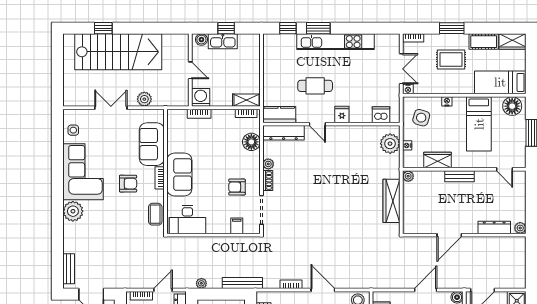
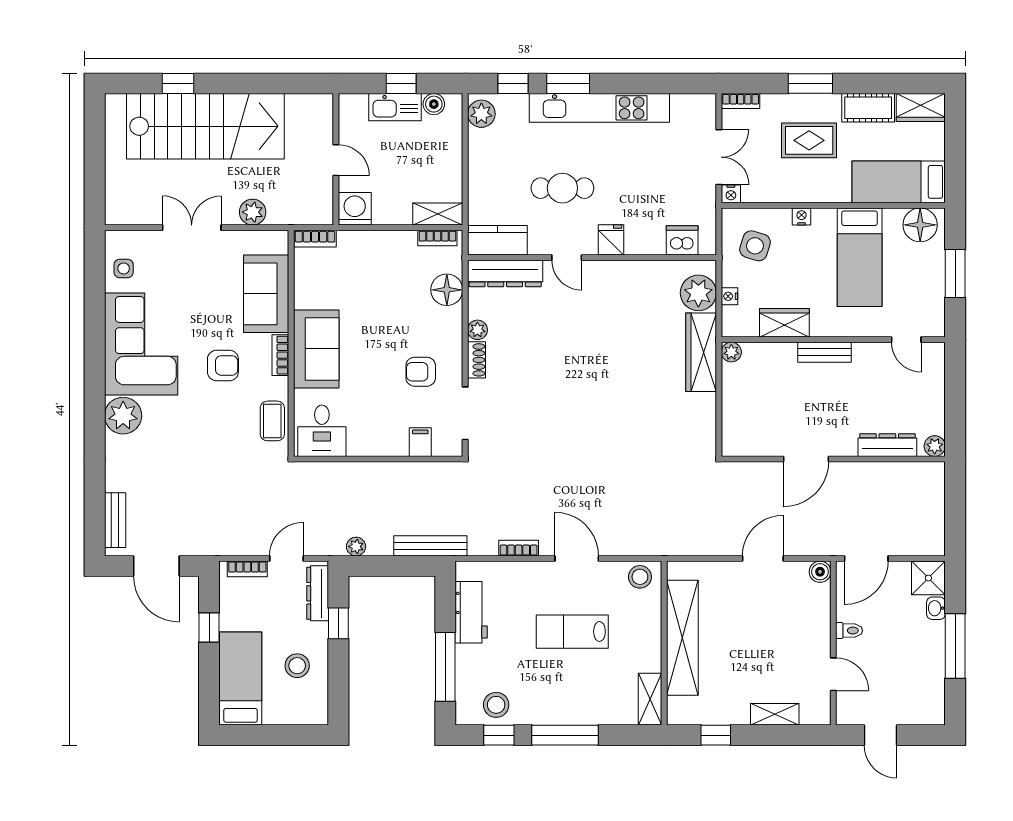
boiler: (201, 40) -> (434, 104), moved
plant: (270, 45) -> (481, 114), added
bookcase: (199, 114) -> (315, 239), moved
wardrobe: (392, 201) -> (701, 352), moved
desk: (187, 220) -> (322, 431), width x0.73

